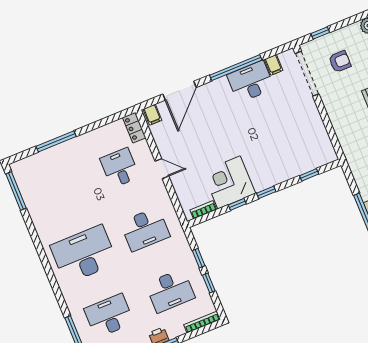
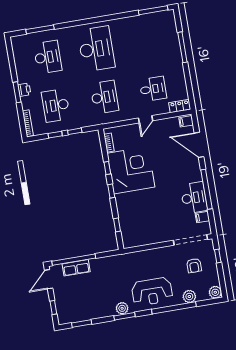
corner desk: (229, 182) -> (131, 170), width x1.36, depth x1.36
desk: (145, 229) -> (104, 97), turned 180

